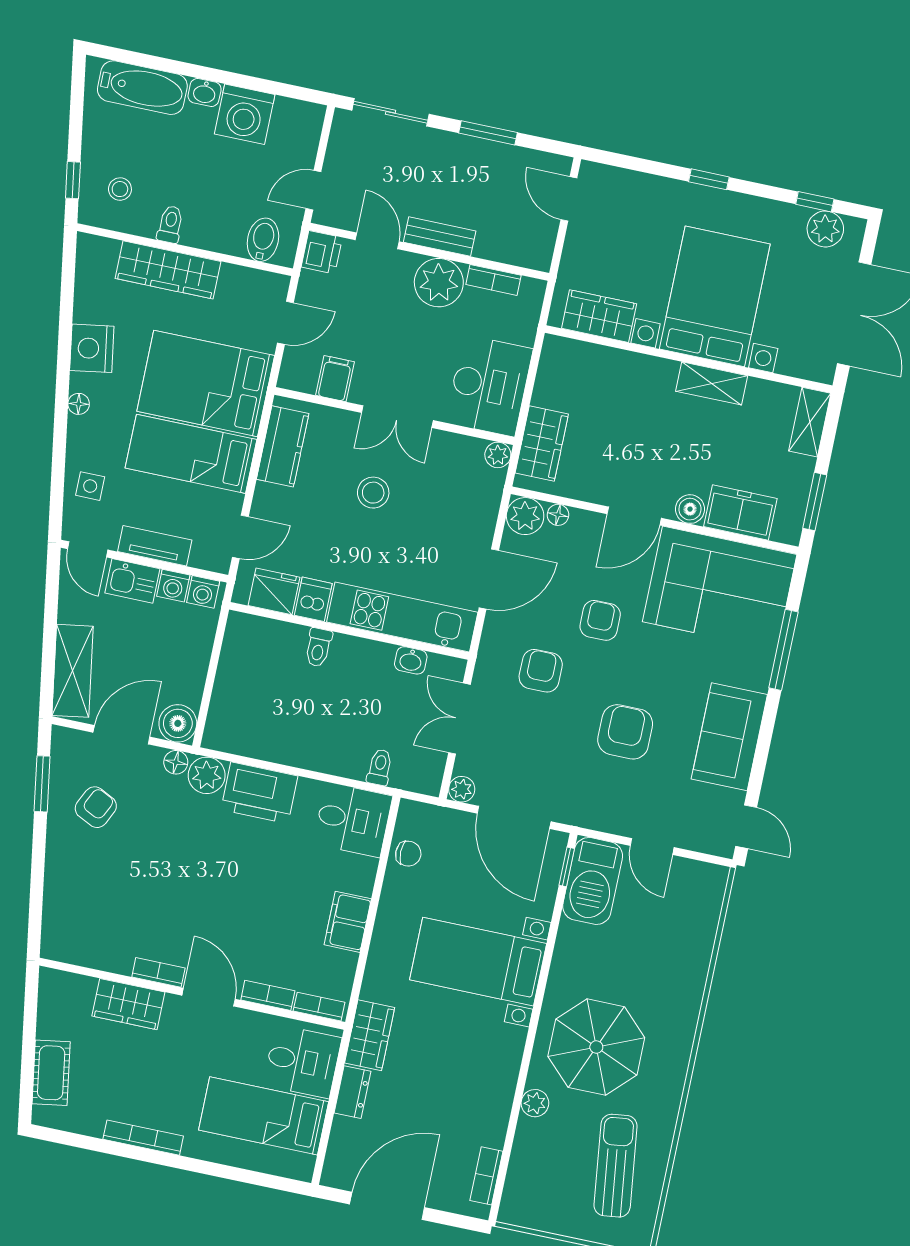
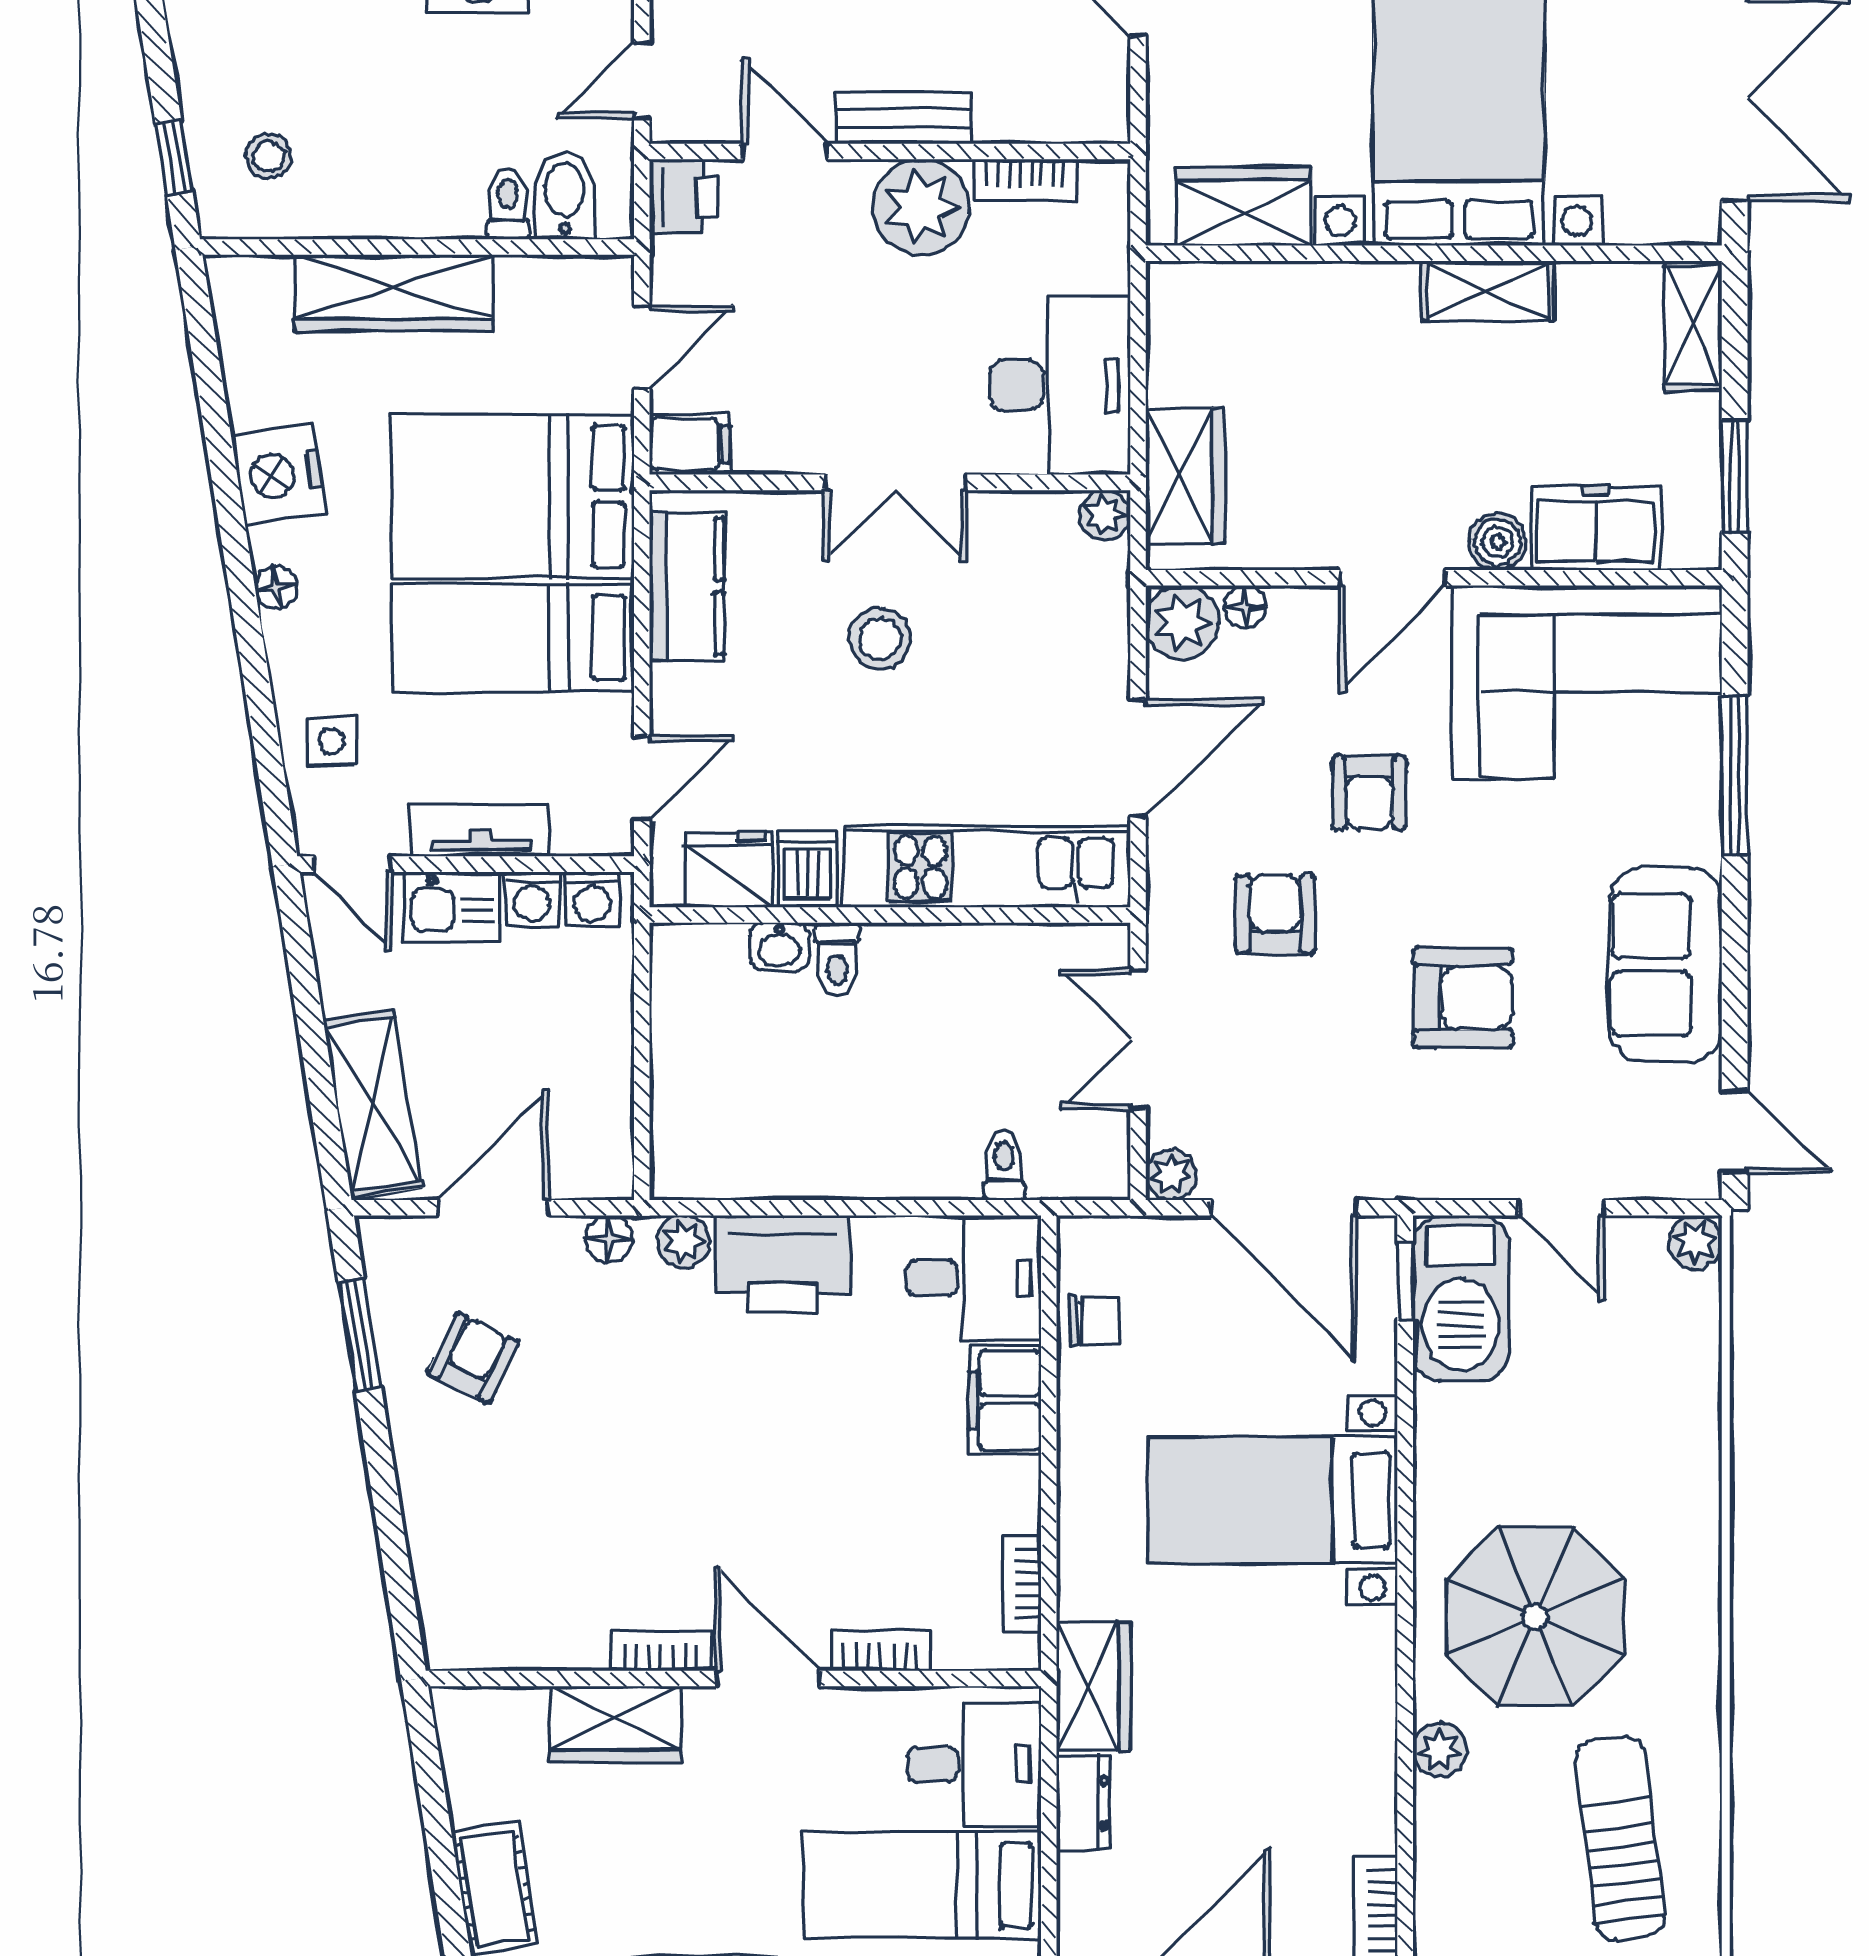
toilet: (170, 224) -> (508, 204), moved
filing cabinet: (335, 379) -> (690, 444), moved, turned 90
armchair: (600, 620) -> (1369, 793), turned 180
washbasin: (411, 660) -> (780, 947), moved
boiler: (178, 723) -> (597, 1163), removed
armchair: (625, 732) -> (1463, 998), turned 90
plant: (207, 775) -> (684, 1242), width x0.73, depth x0.73
plant: (715, 878) -> (1695, 1242), added
filing cabinet: (348, 922) -> (1005, 1400), moved
bookcase: (319, 1007) -> (1022, 1584), moved, turned -90

